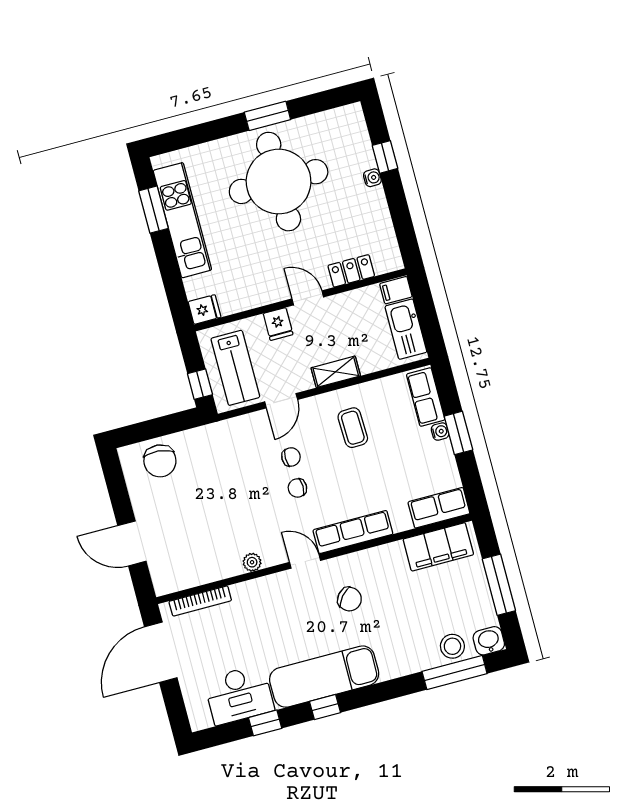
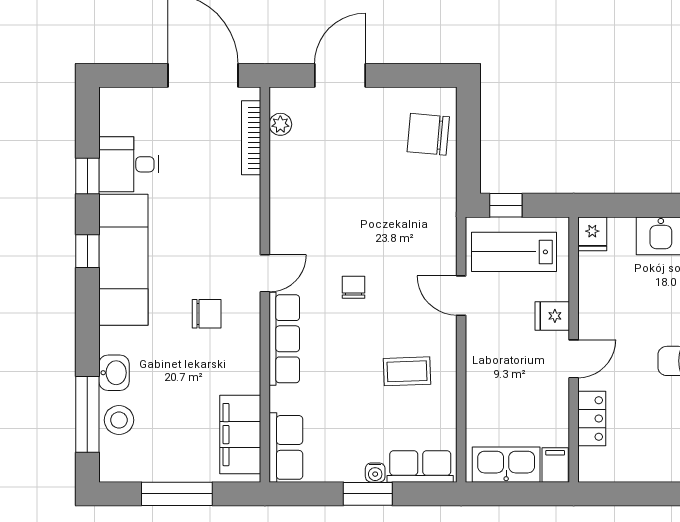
shelving: (336, 372) -> (478, 369), removed
chair: (291, 457) -> (392, 289), removed
plant: (252, 562) -> (280, 124), moved
chair: (349, 599) -> (207, 314), turned -130
washbasin: (489, 641) -> (114, 373), moved
desk: (239, 695) -> (129, 164), width x0.73

